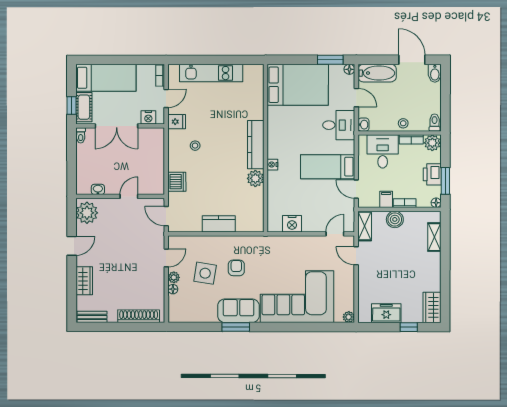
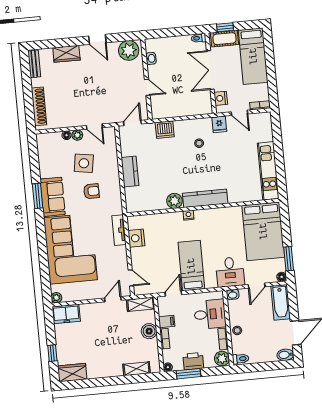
kitchen unit: (211, 73) -> (268, 171), moved
tv unit: (282, 242) -> (119, 230), added
freezer: (386, 313) -> (66, 314), moved, turned 90

